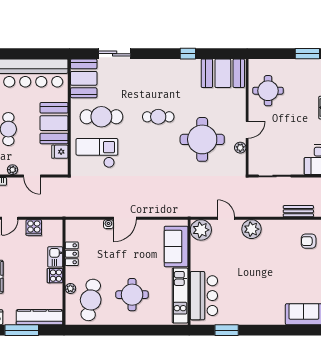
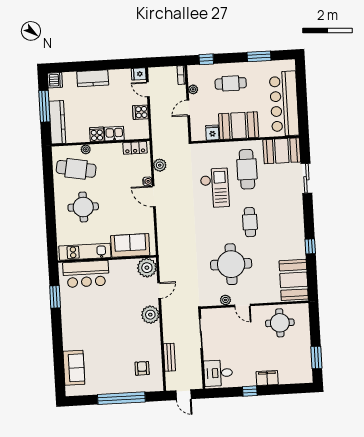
checkout: (97, 153) -> (215, 188), moved
plant: (92, 210) -> (160, 165), added
locker: (72, 254) -> (135, 148), moved

